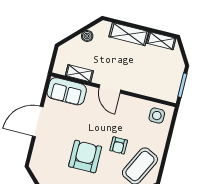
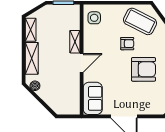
boiler: (87, 36) -> (35, 86), moved
shelving: (79, 73) -> (75, 42), moved
armchair: (85, 157) -> (144, 69), turned 180

